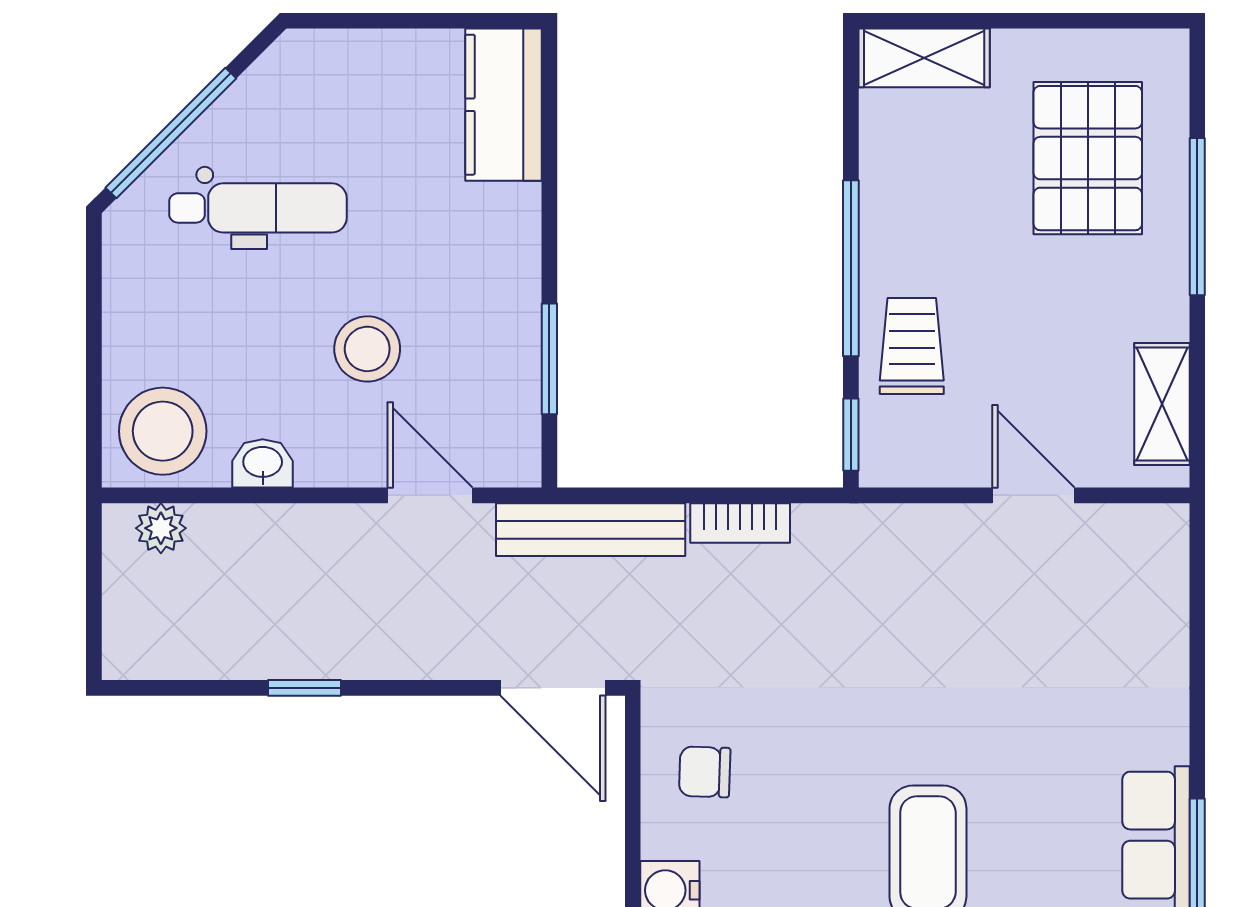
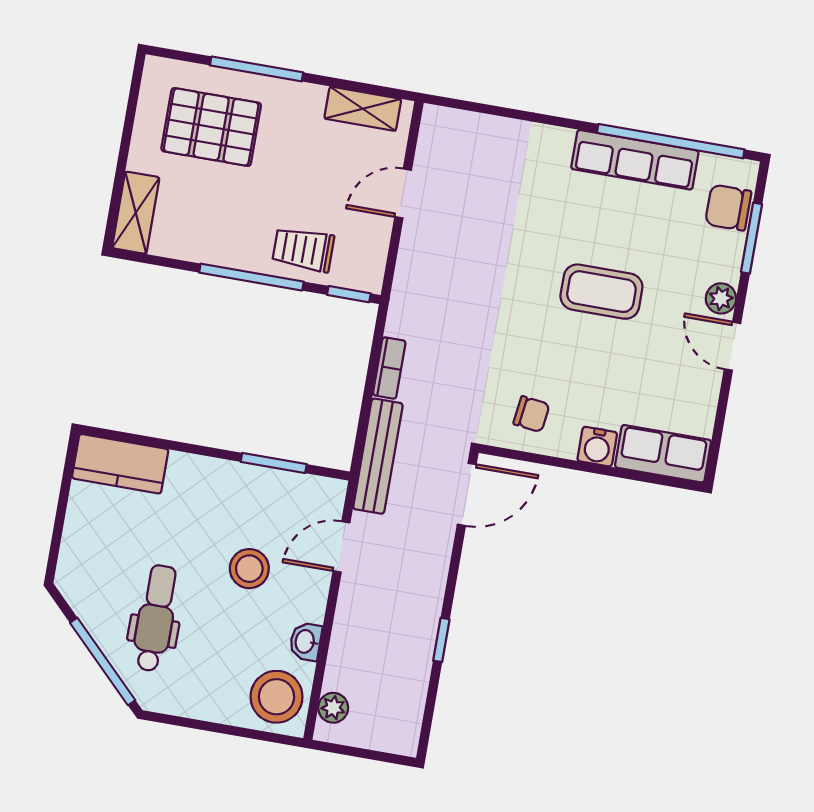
chair: (705, 772) -> (531, 414), turned -85

